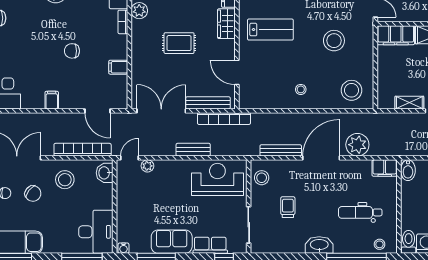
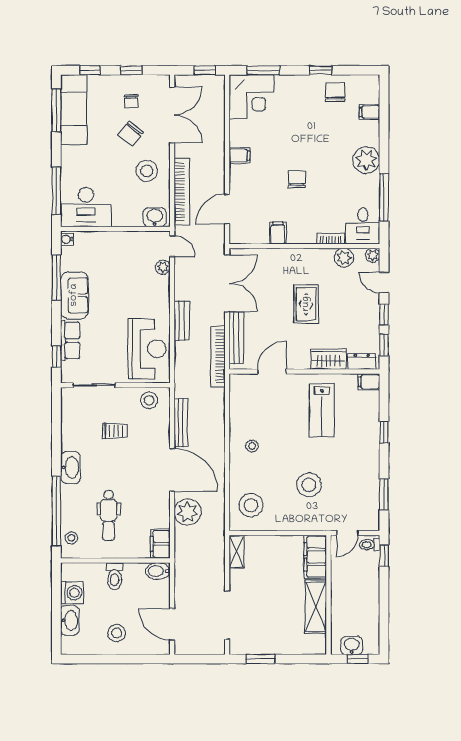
shelving: (409, 103) -> (237, 552), moved
dental chair: (360, 212) -> (109, 515), turned 180
toilet: (409, 242) -> (115, 576), moved, turned 90

